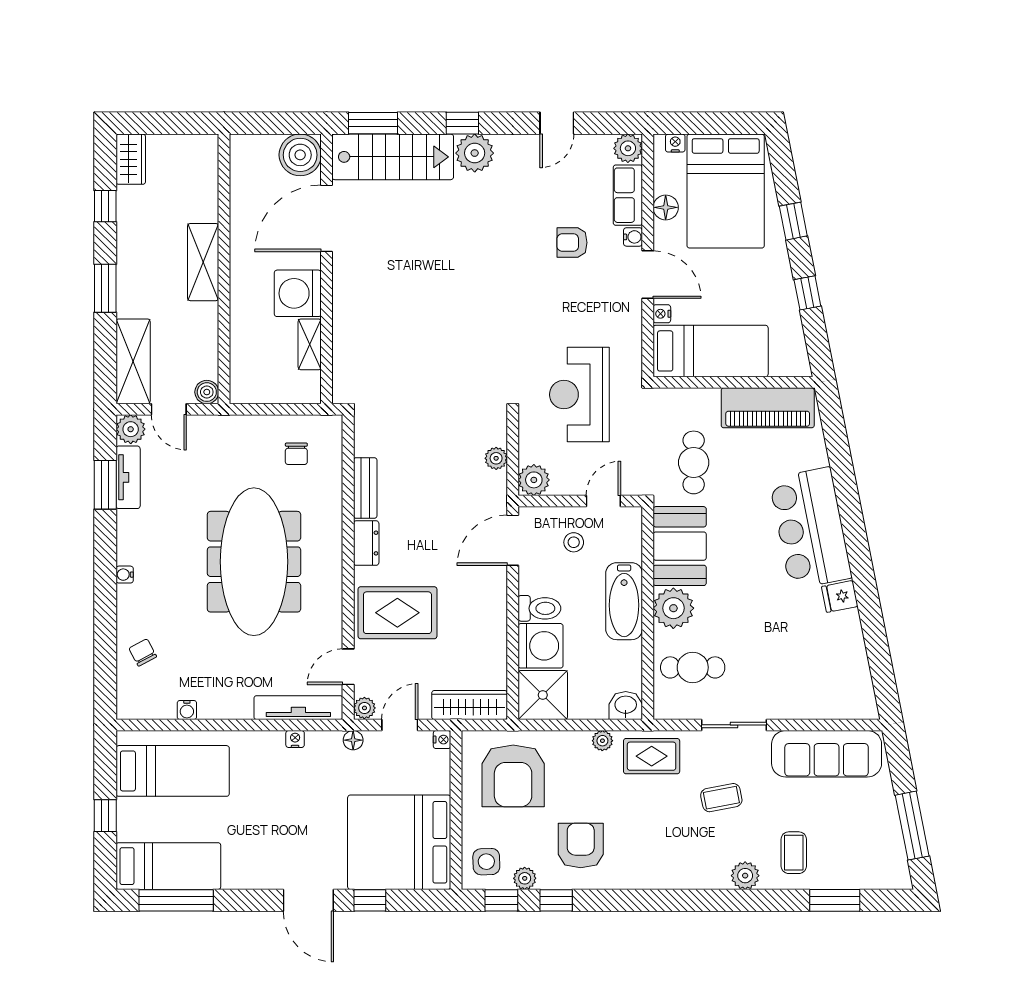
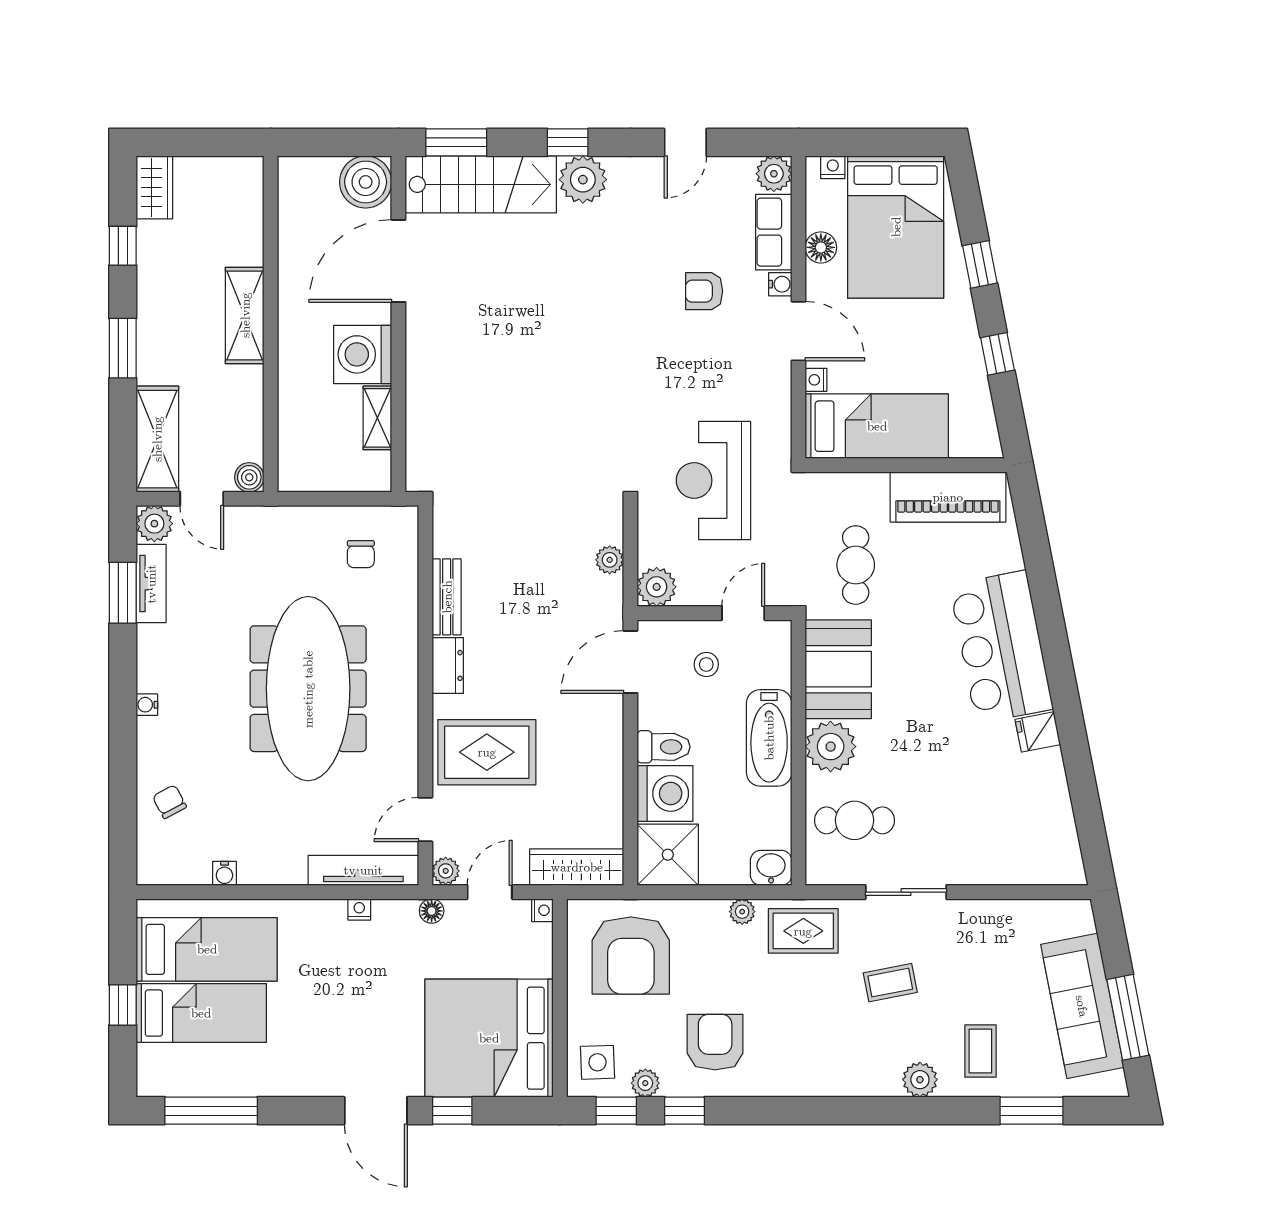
sofa: (827, 754) -> (1082, 1006), moved, turned 79
bed: (168, 866) -> (201, 1013), moved

